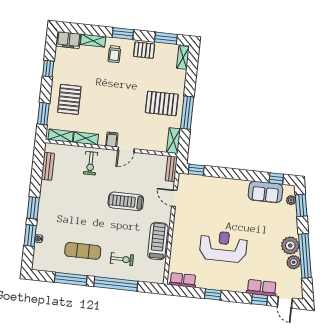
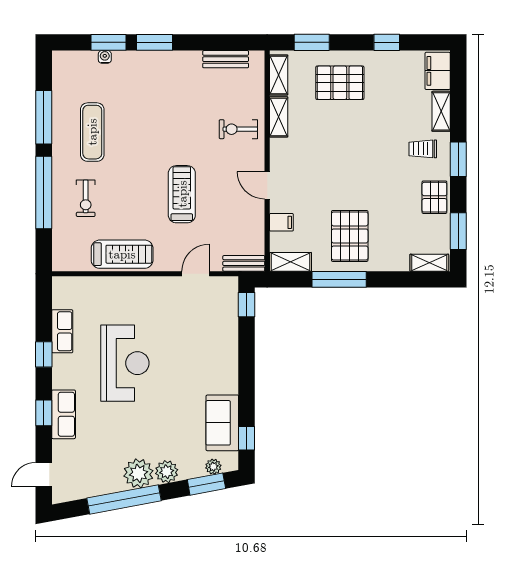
filing cabinet: (112, 139) -> (281, 222), moved
plant: (294, 262) -> (167, 472), moved
row of seats: (183, 280) -> (62, 331), moved
row of seats: (262, 288) -> (64, 414), moved
window: (260, 300) -> (44, 413), moved

